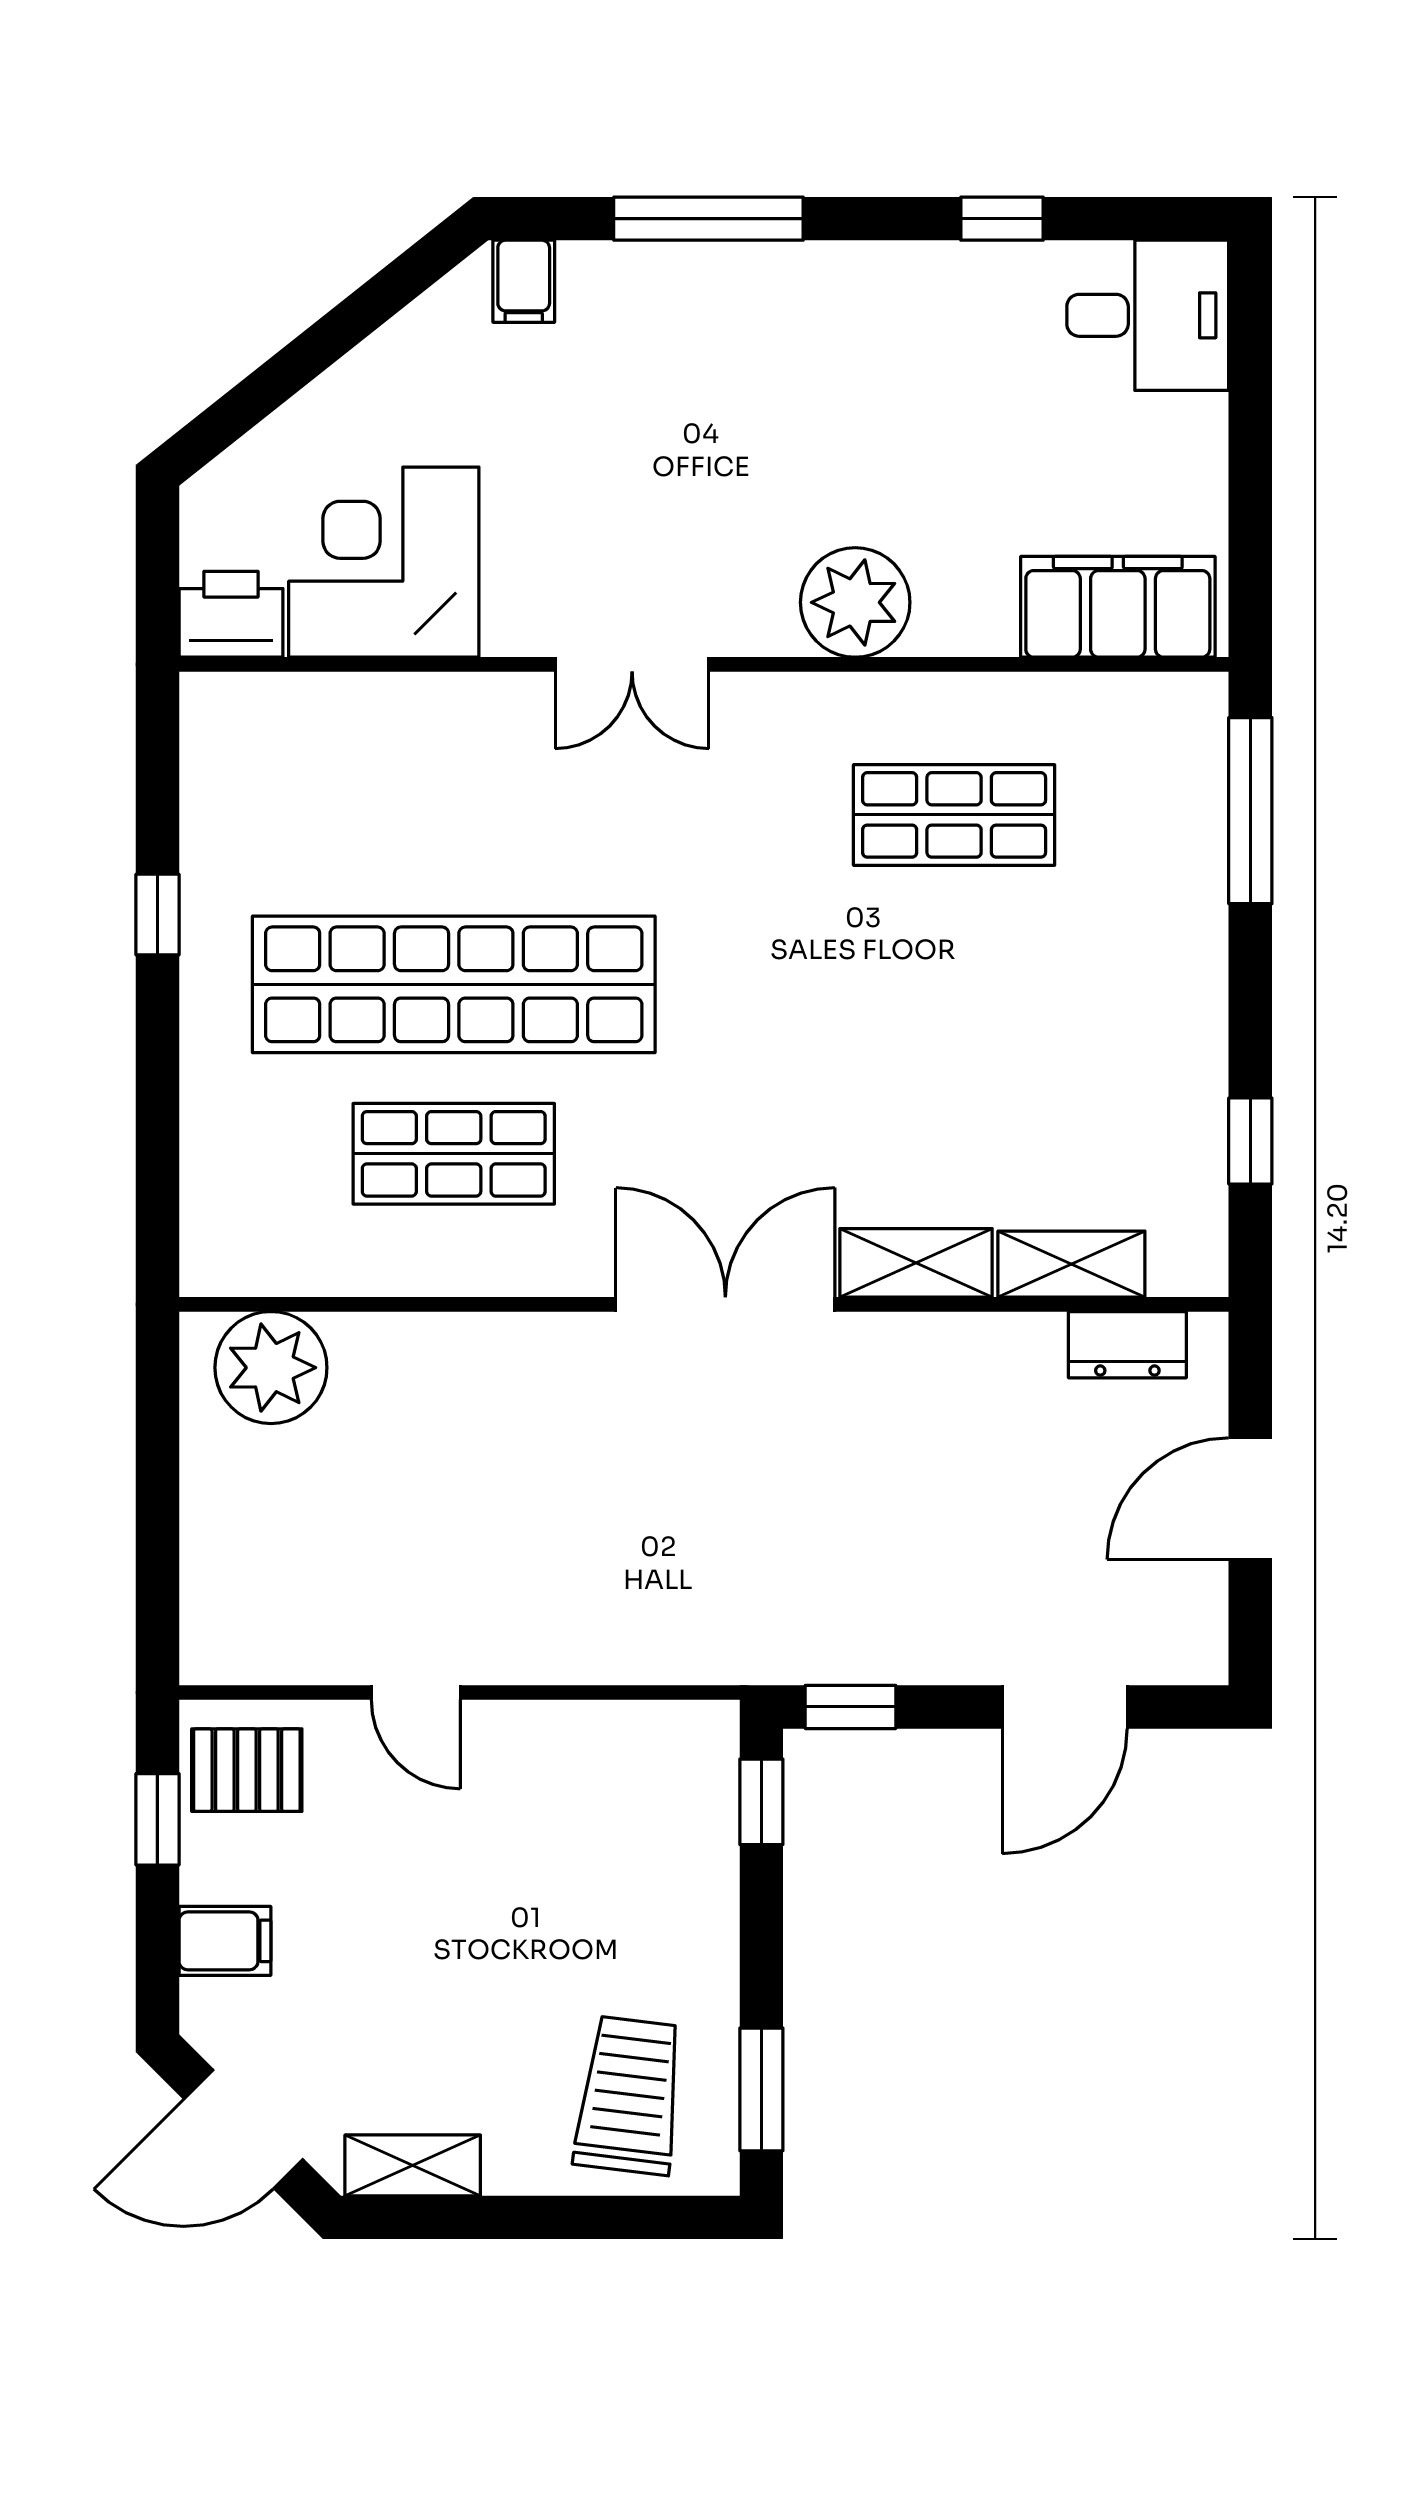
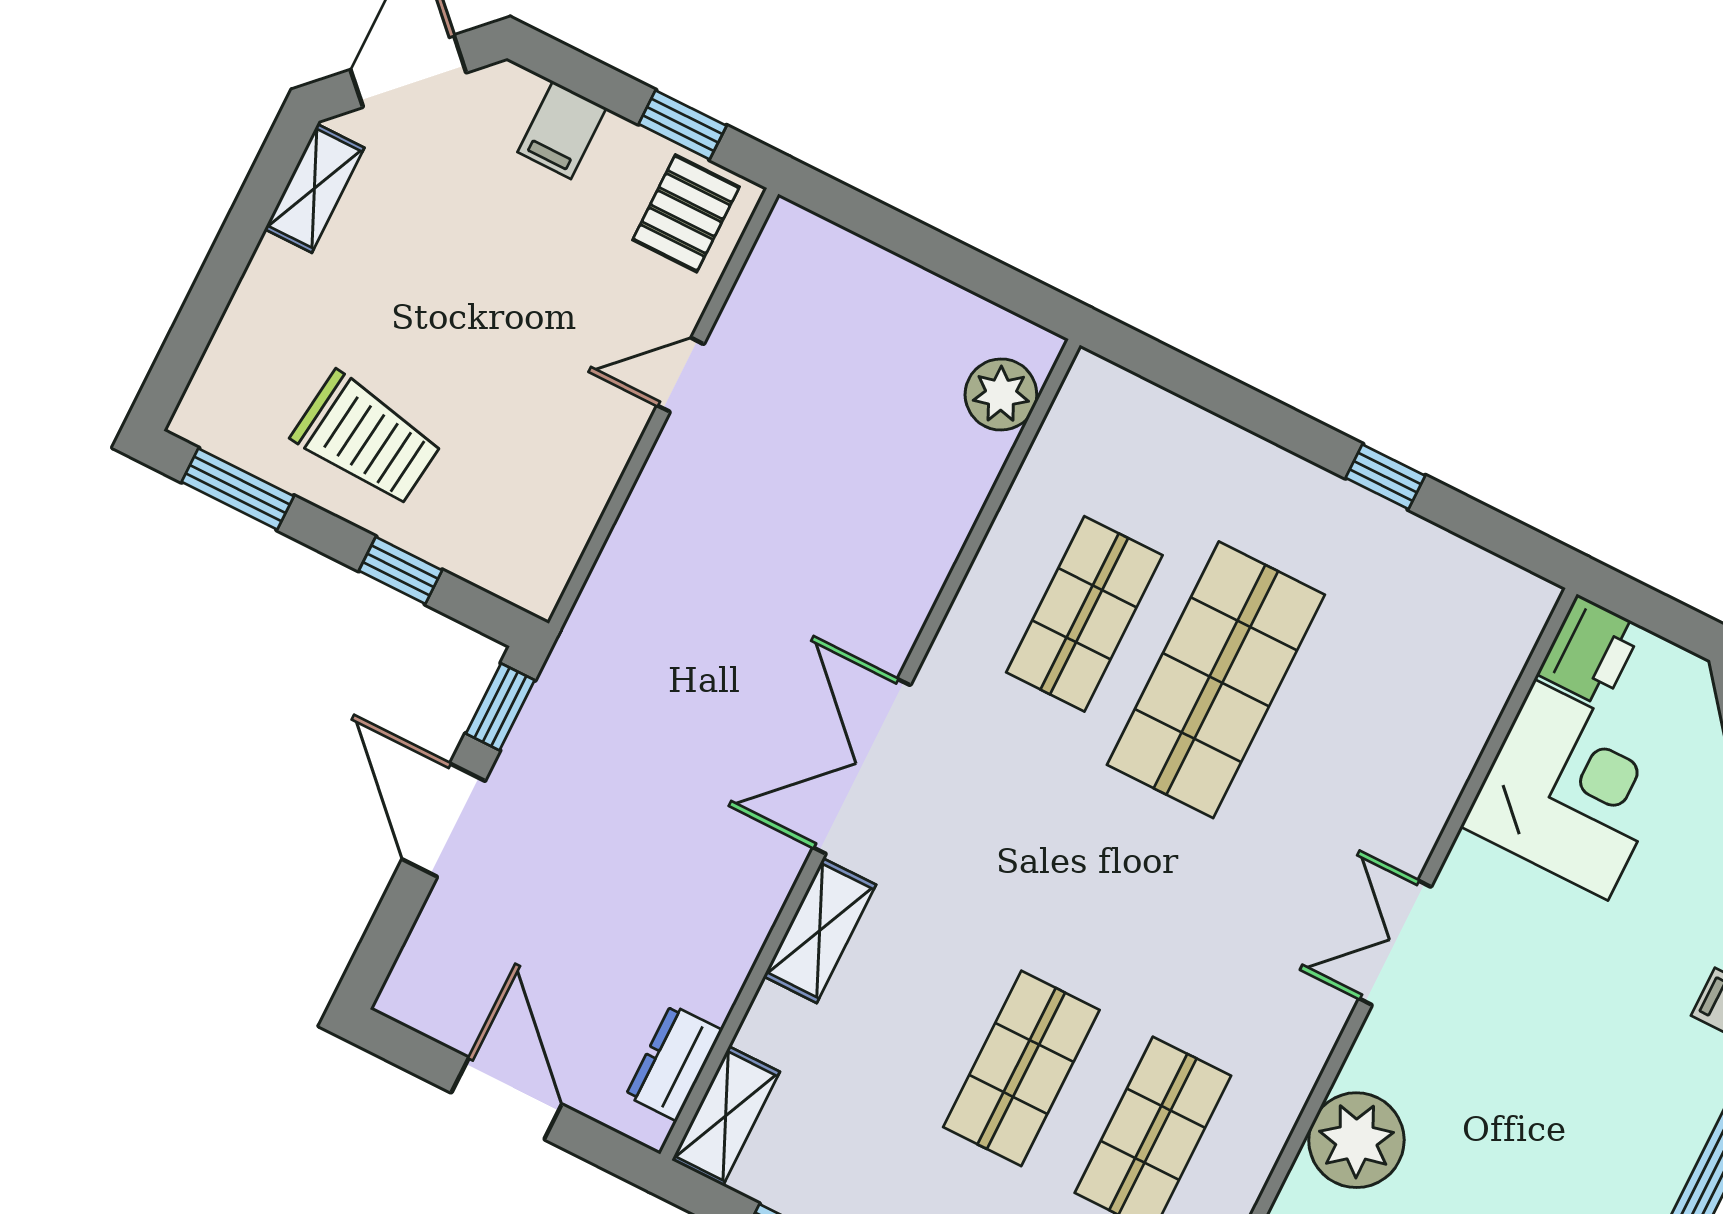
shop shelf: (454, 984) -> (1216, 680), width x0.71
shop shelf: (954, 984) -> (1021, 1068), added
shelving: (1071, 1264) -> (726, 1116), moved
double door: (725, 1304) -> (862, 766), swing flipped
plant: (271, 1368) -> (1001, 395), width x0.73, depth x0.73
door: (1065, 1707) -> (444, 820), moved
window: (761, 1802) -> (401, 570), moved
trolley: (629, 2096) -> (367, 439), moved

